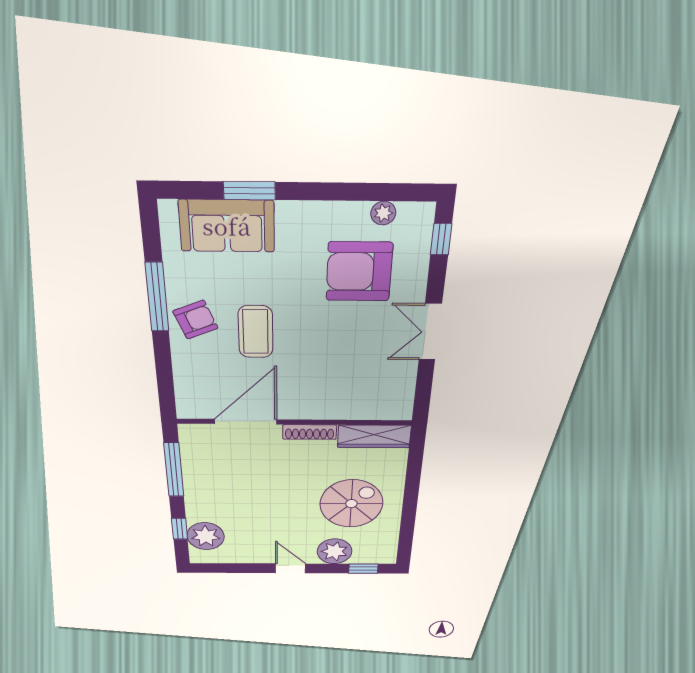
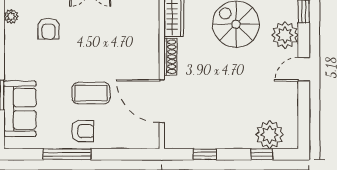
armchair: (359, 272) -> (49, 29), width x0.53, depth x0.53
armchair: (195, 320) -> (83, 131), turned 112
window: (174, 470) -> (205, 154), width x0.46

